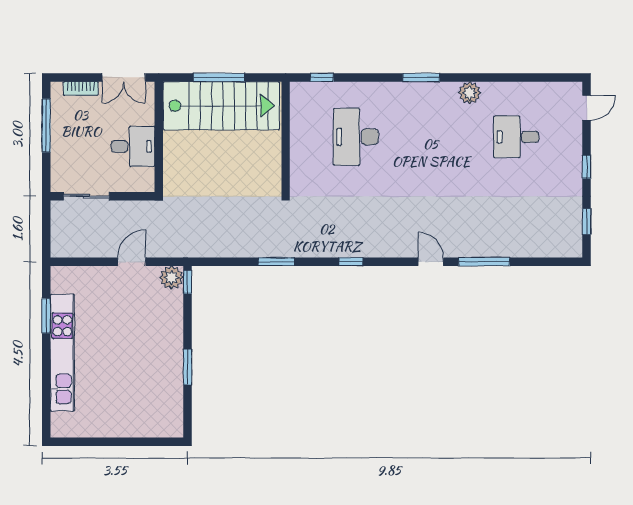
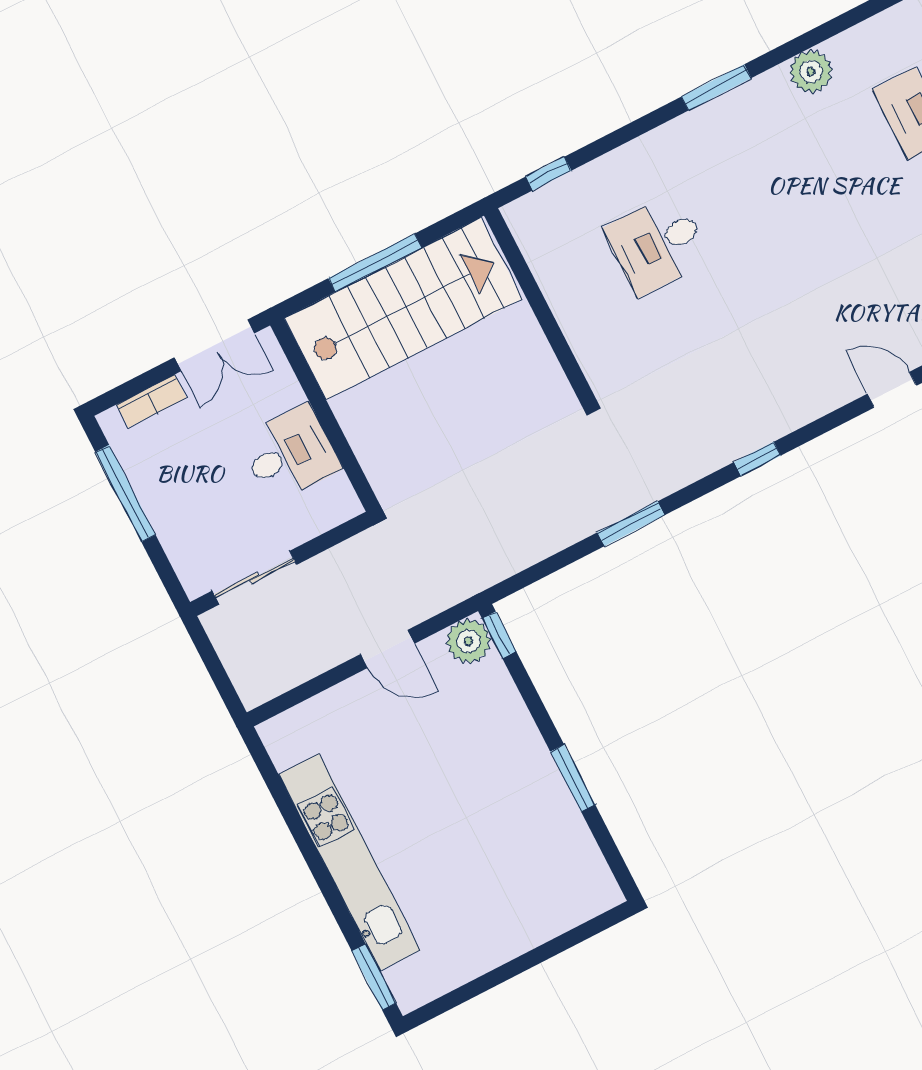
desk: (356, 137) -> (657, 244), width x0.73
door: (132, 262) -> (388, 649), swing flipped
window: (46, 316) -> (374, 977), moved

